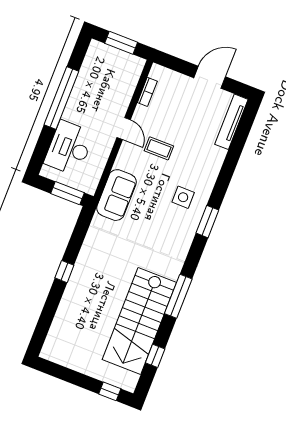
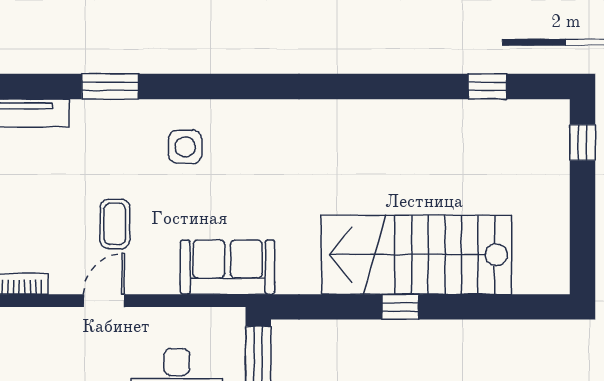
window: (207, 222) -> (110, 86), moved
window: (178, 296) -> (365, 86), removed
stairs: (139, 321) -> (416, 255), moved, turned 180

